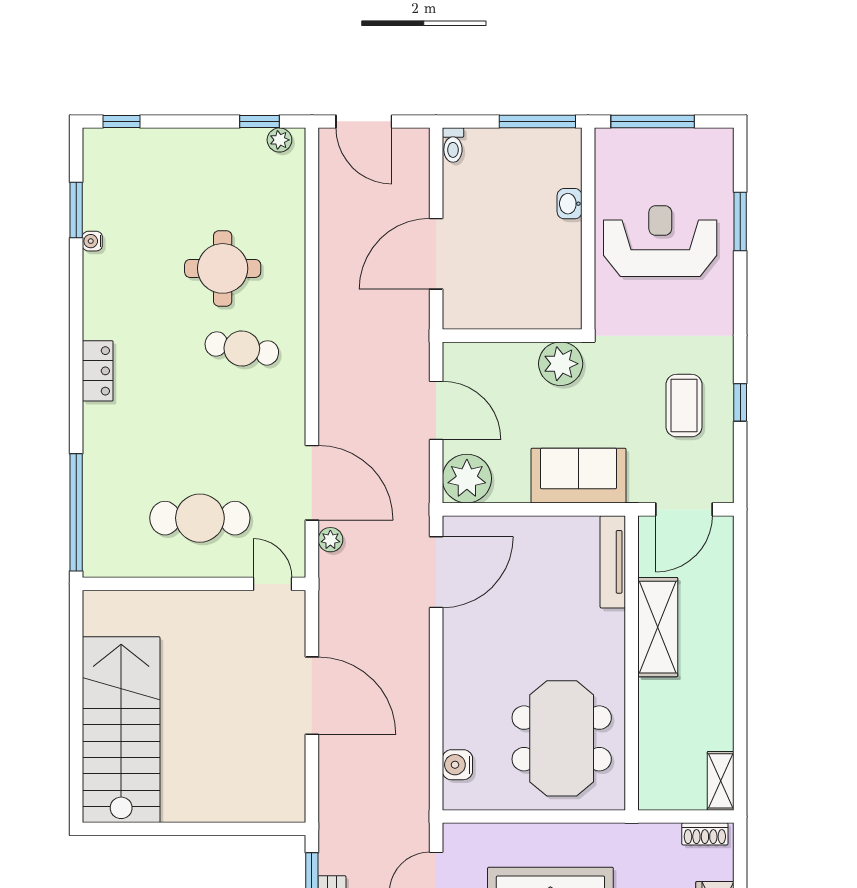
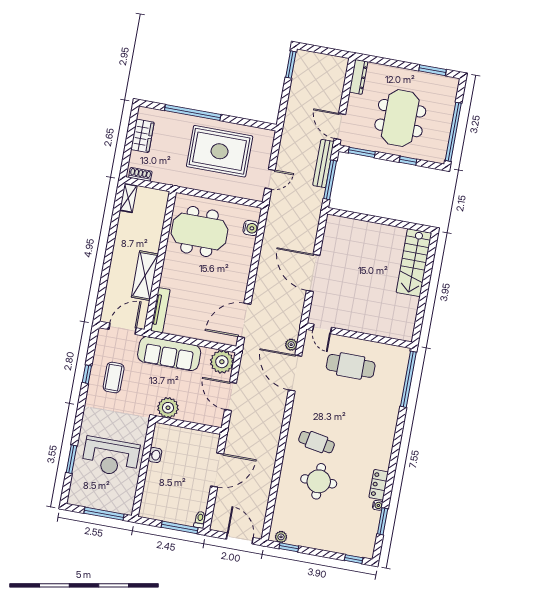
window: (537, 121) -> (180, 527), moved
washbasin: (570, 204) -> (155, 455), moved
locker: (98, 371) -> (379, 485), moved
sofa: (579, 476) -> (169, 354), width x1.36
stairs: (121, 730) -> (414, 263), width x0.73, depth x0.66
meeting table: (562, 738) -> (199, 232), turned 90

